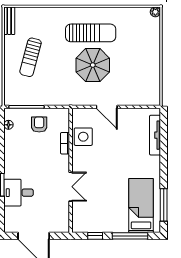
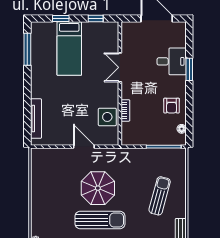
sun lounger: (91, 33) -> (100, 220), turned 180
armchair: (39, 124) -> (172, 106), moved
bed: (141, 206) -> (69, 49), moved
window: (130, 236) -> (61, 19), width x0.46

